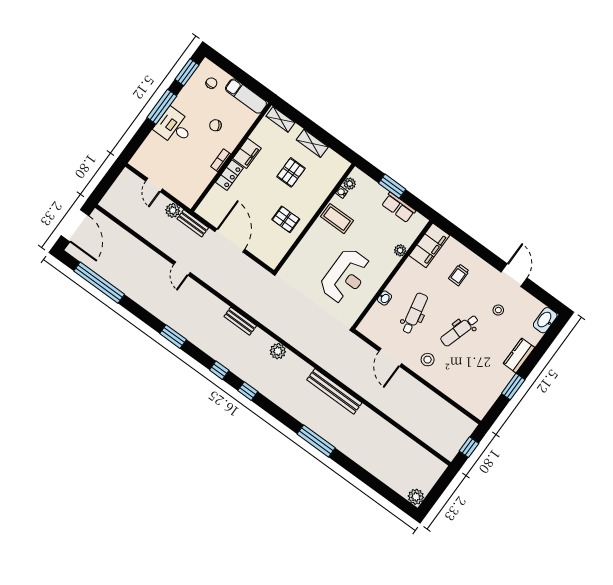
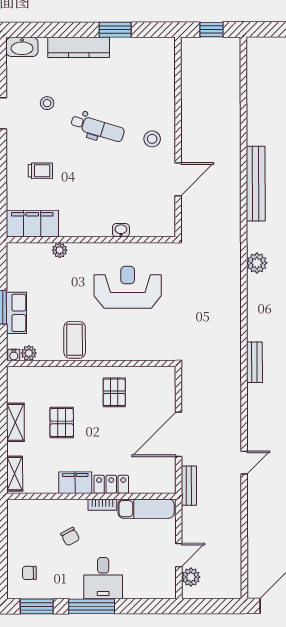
exam couch: (246, 96) -> (146, 509), moved, turned 90
pallet: (291, 172) -> (62, 422), turned 90
water cooler: (342, 192) -> (14, 355), moved
row of seats: (399, 207) -> (16, 313), moved
plant: (173, 210) -> (191, 577), moved
dental chair: (415, 313) -> (114, 188), removed
plant: (278, 351) -> (257, 263), moved
kitchen counter: (519, 356) -> (79, 47), width x1.50
bench: (334, 391) -> (256, 184), moved

